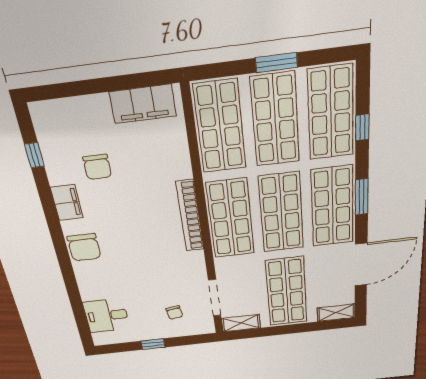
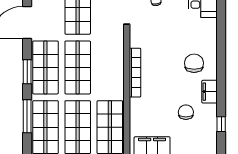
window: (362, 127) -> (27, 116), width x2.17
shop shelf: (231, 219) -> (110, 67), removed
chair: (84, 247) -> (194, 63), moved

